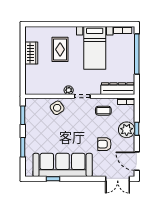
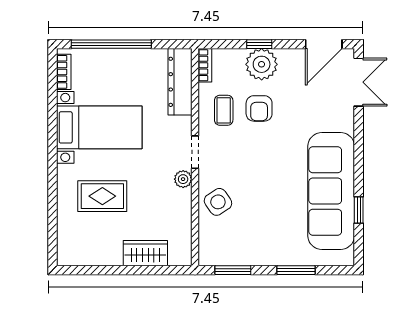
wardrobe: (31, 53) -> (145, 253), moved
armchair: (104, 144) -> (259, 108), moved

